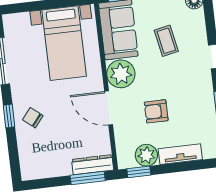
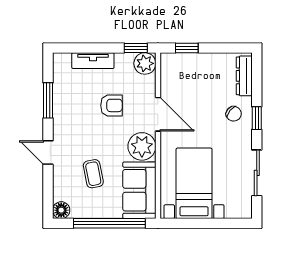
plant: (146, 155) -> (145, 63), moved
dresser: (93, 165) -> (244, 76), moved, turned 90
window: (88, 178) -> (187, 48), width x0.67

